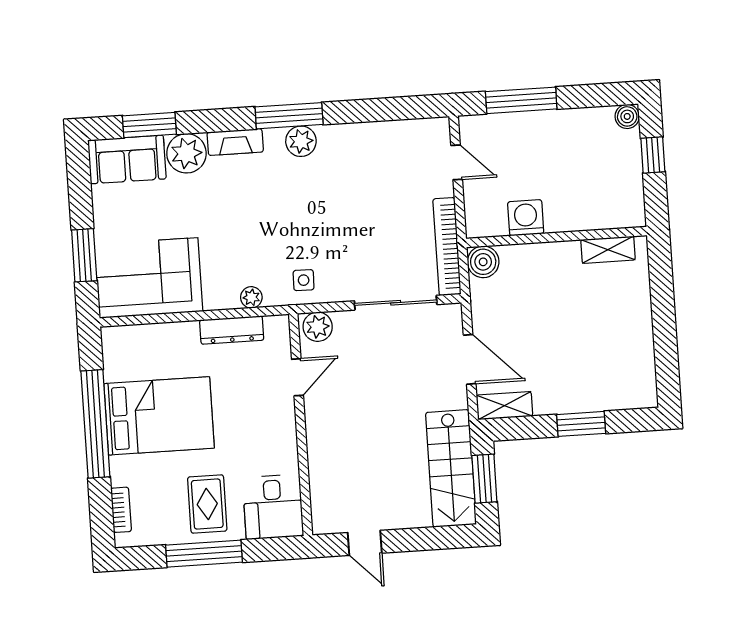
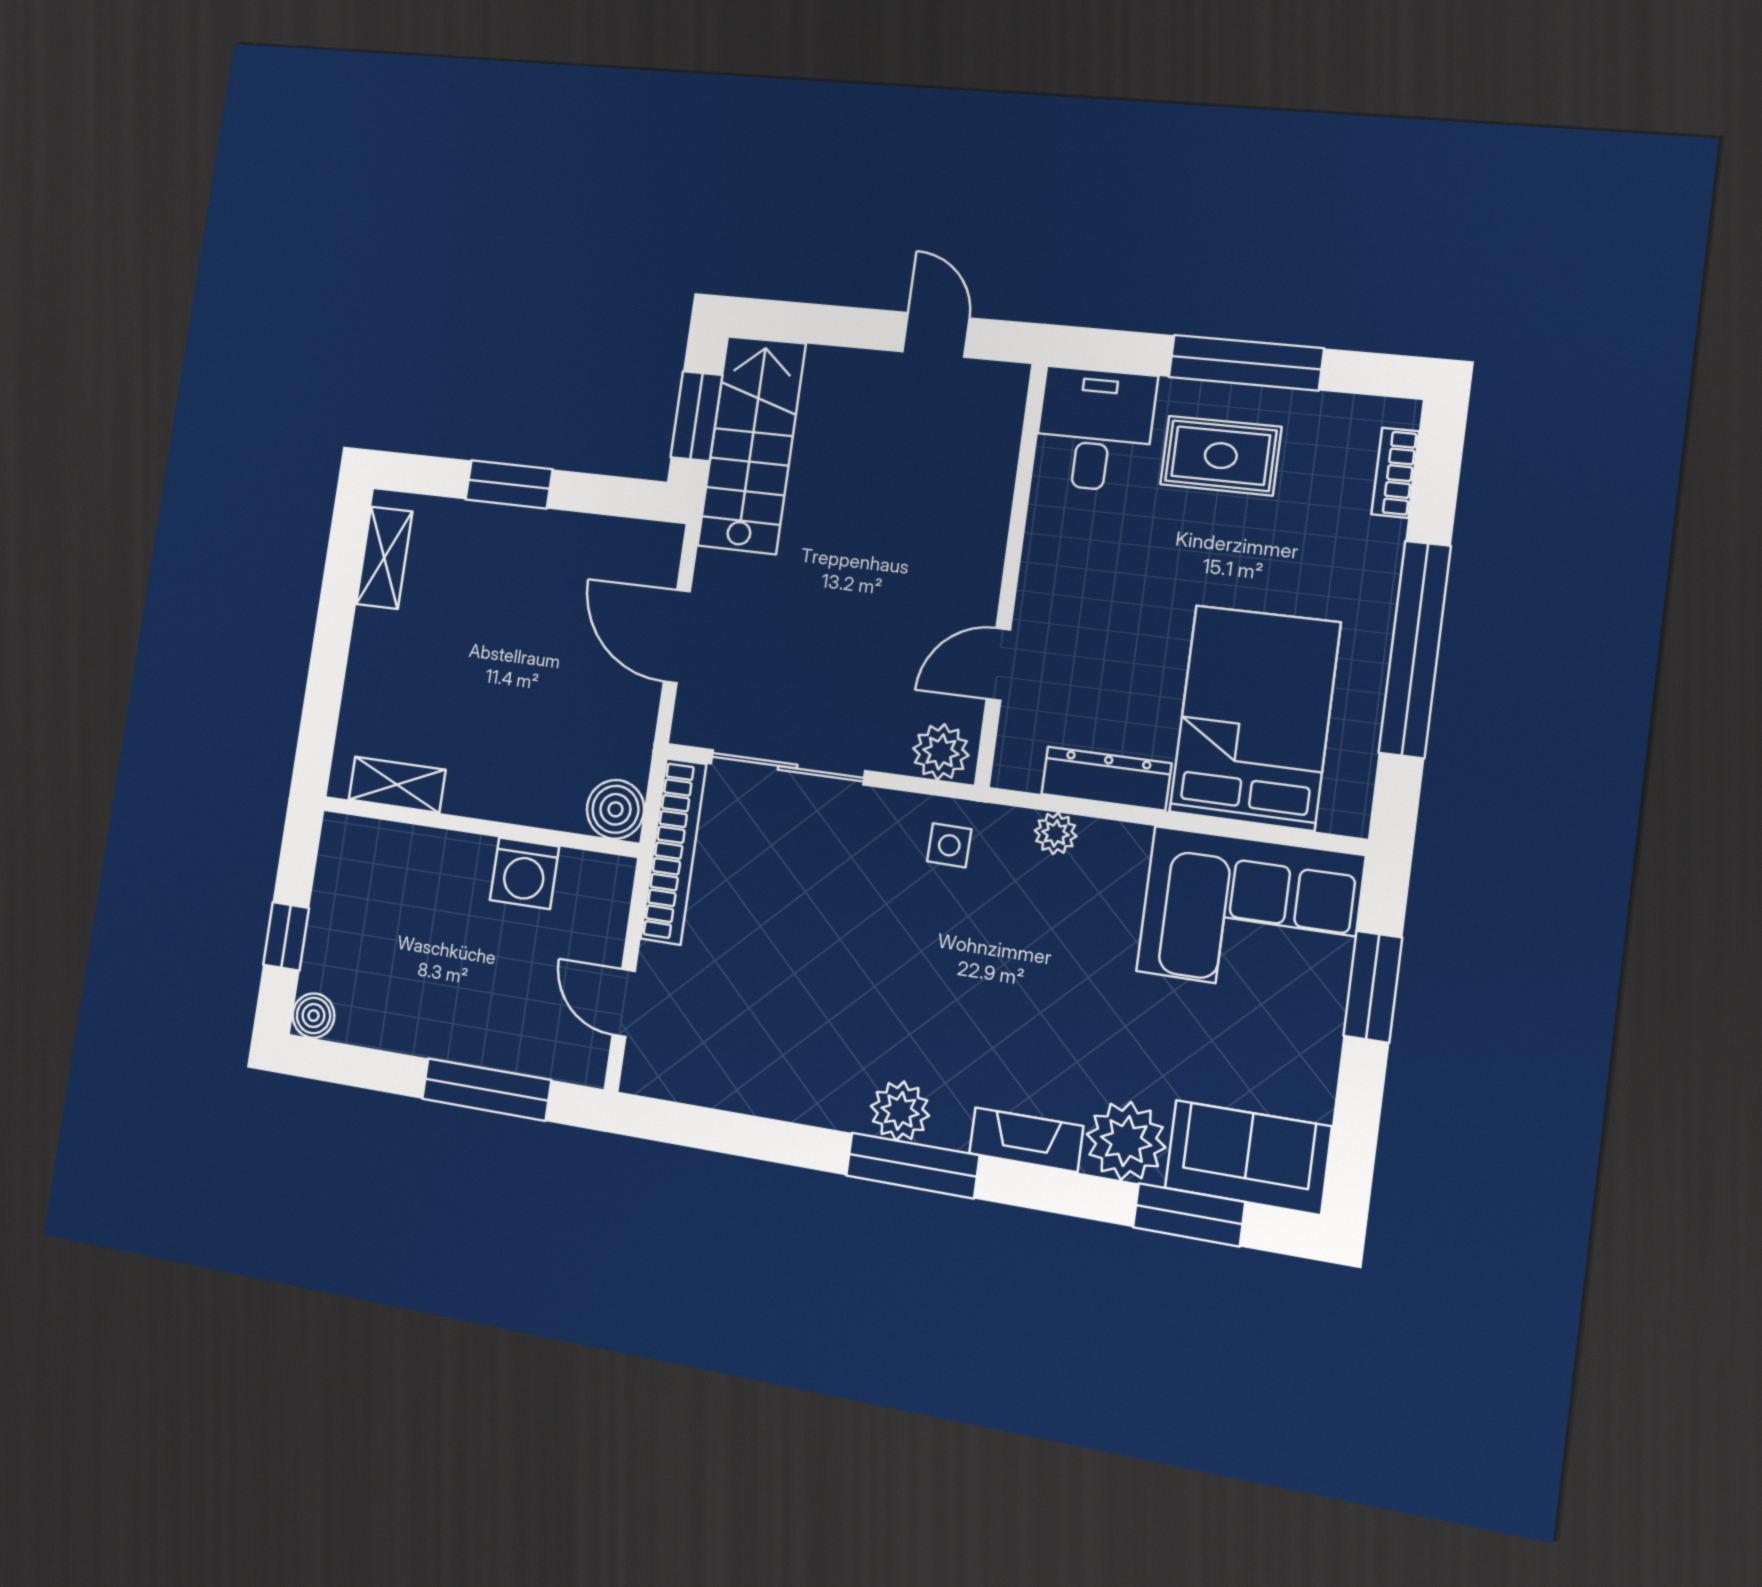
shelving: (504, 406) -> (384, 558), moved, turned 90
bed: (159, 416) -> (1255, 717), moved, turned 90
rug: (207, 504) -> (1221, 456), turned 90

